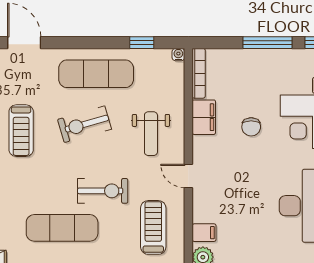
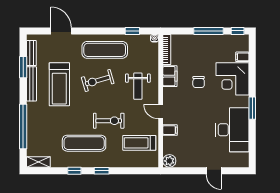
treadmill: (21, 131) -> (59, 84), width x1.37, depth x1.38
treadmill: (153, 227) -> (139, 143), turned -90
filing cabinet: (204, 233) -> (170, 130), moved

